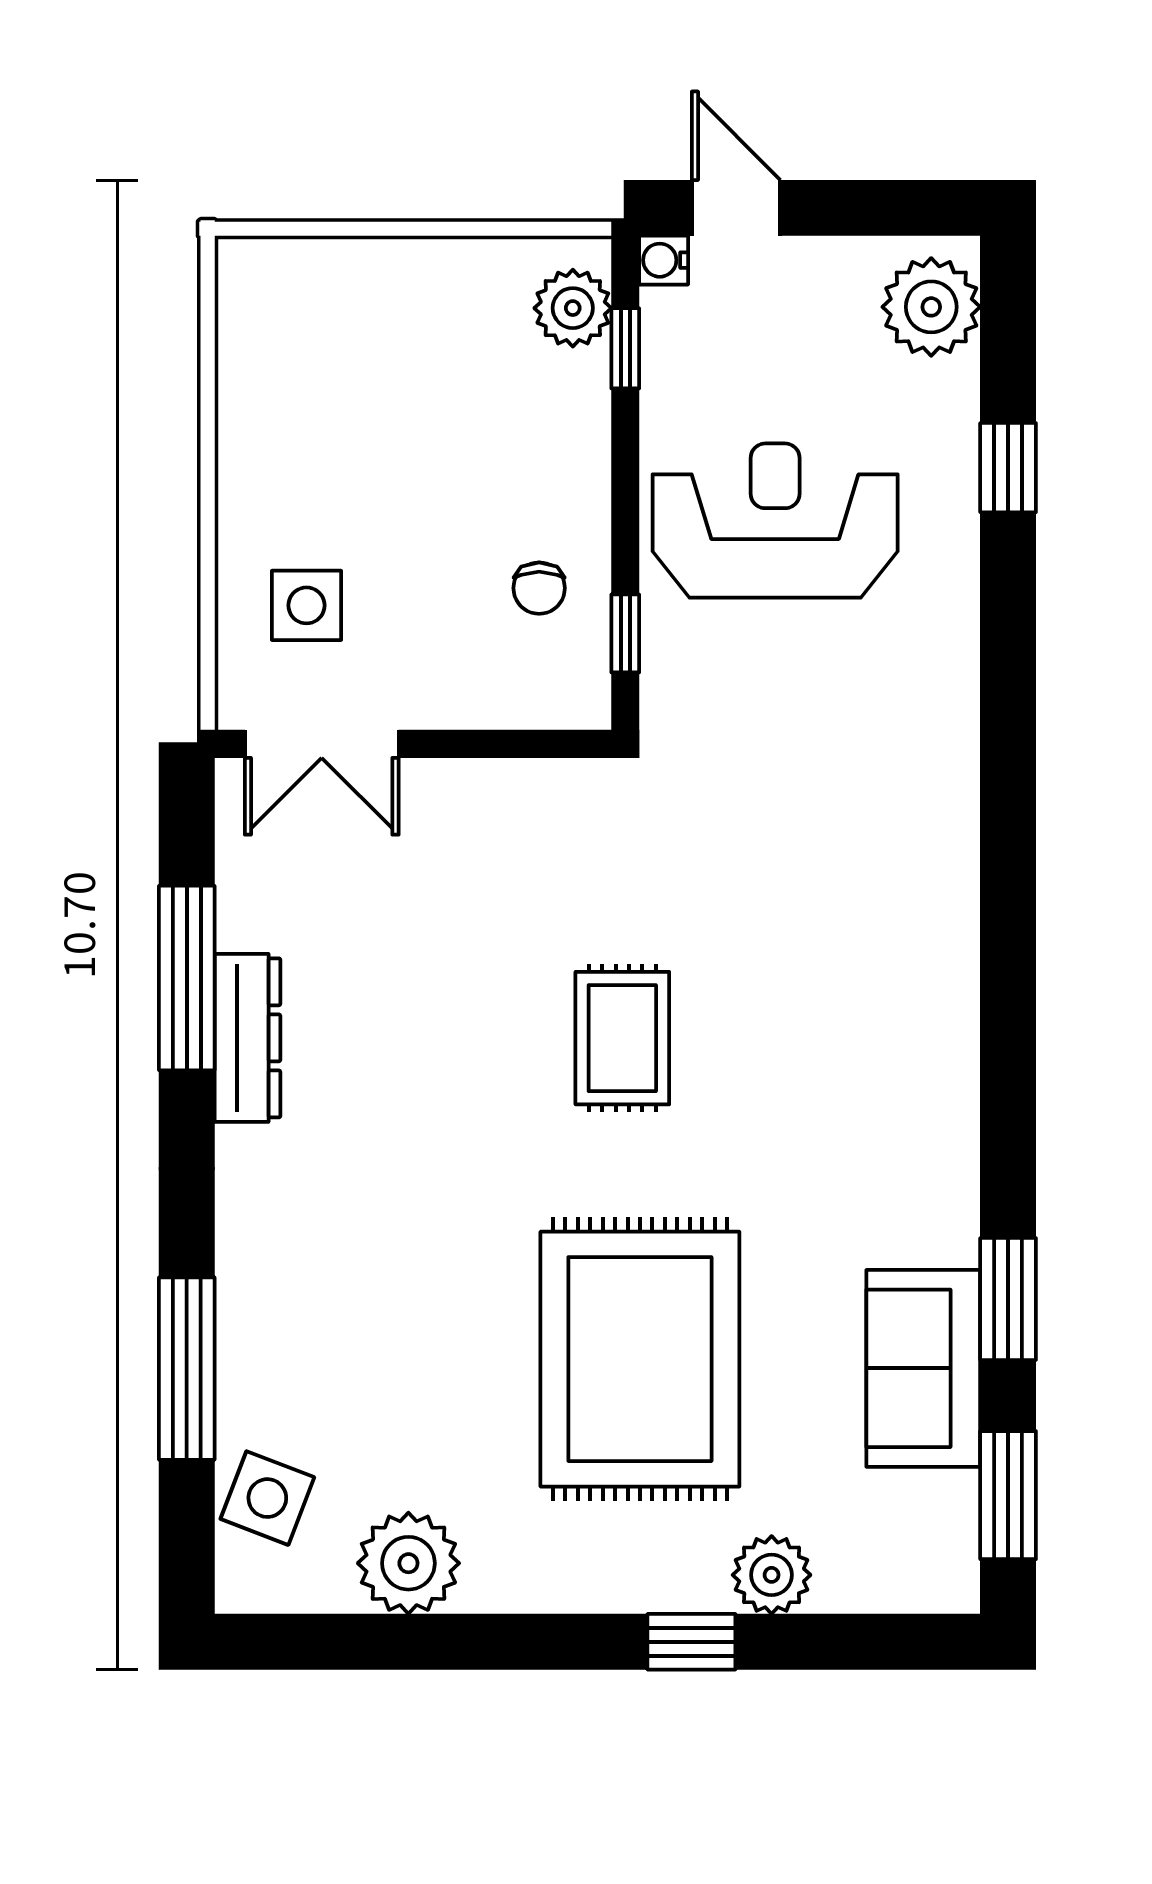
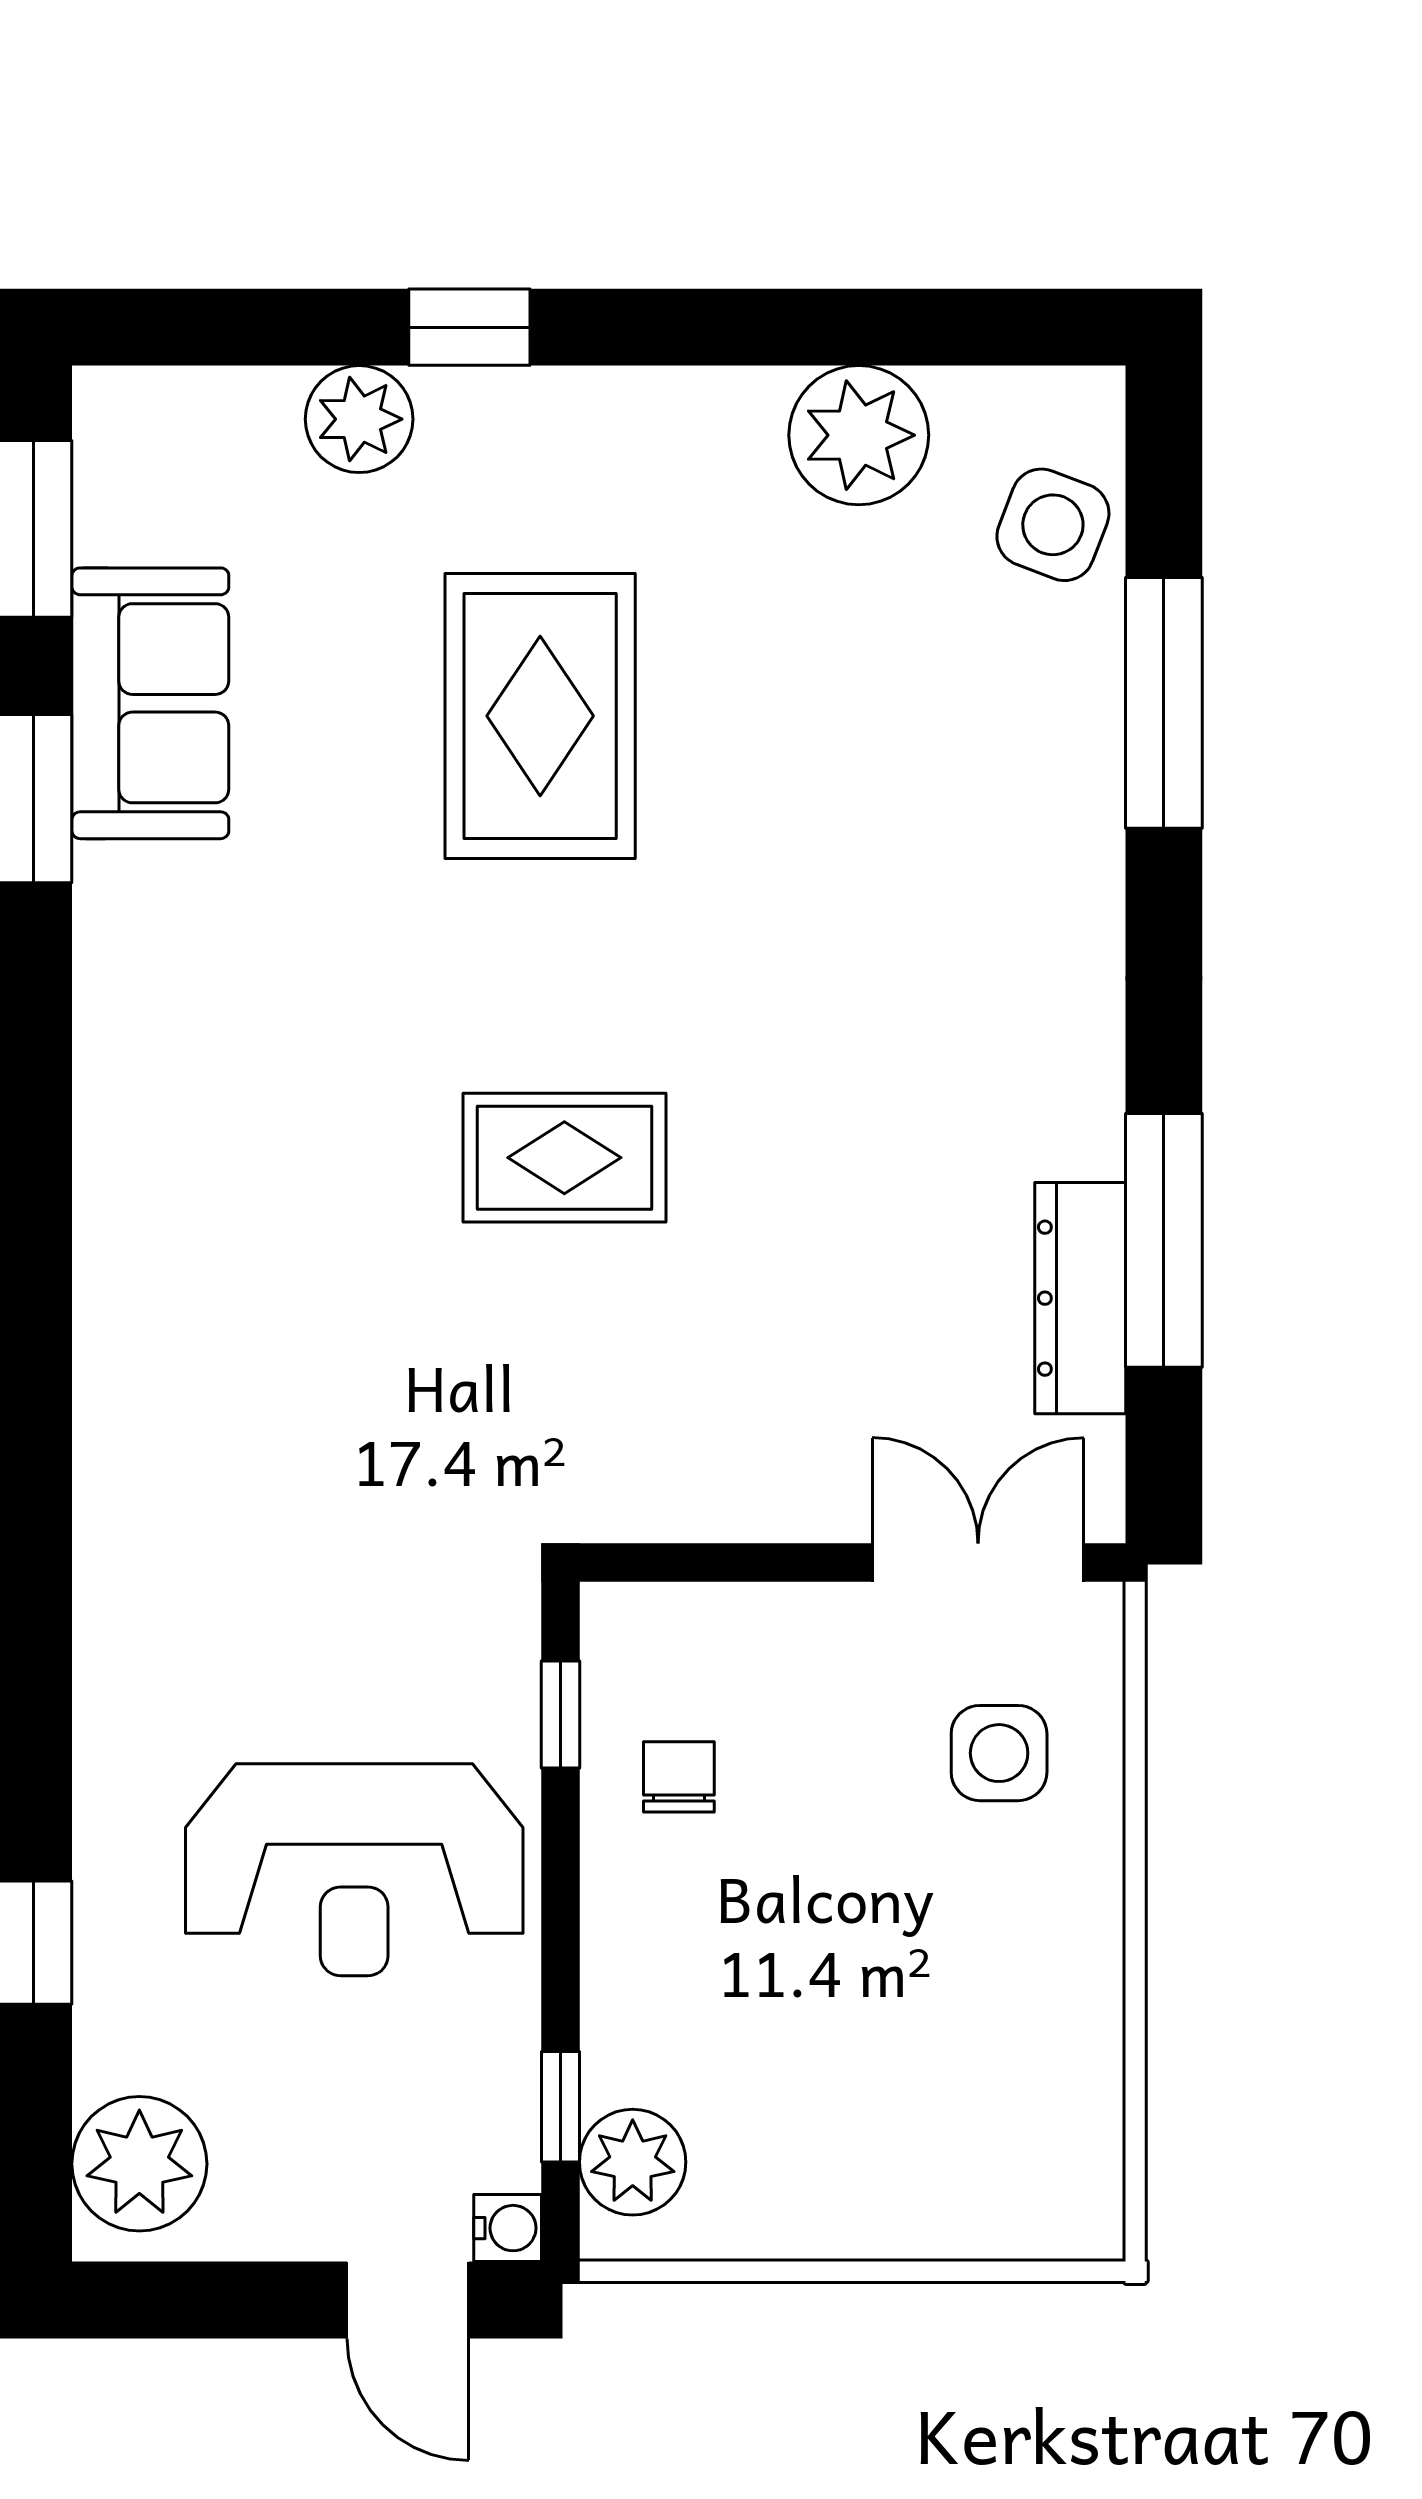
dresser: (247, 1038) -> (1080, 1298), moved
rug: (622, 1038) -> (564, 1158), turned 90
rug: (640, 1359) -> (540, 716), width x0.73, depth x0.69

